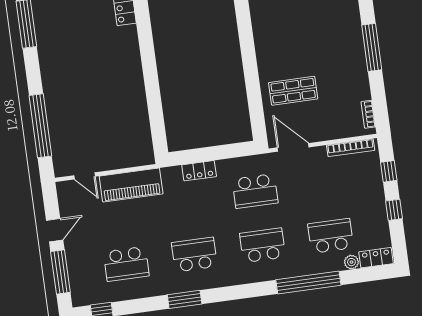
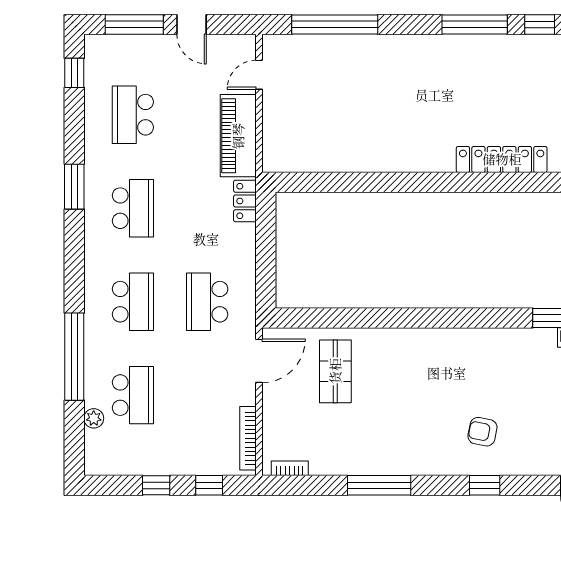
locker: (199, 171) -> (245, 201), moved
locker: (376, 258) -> (95, 452), removed

